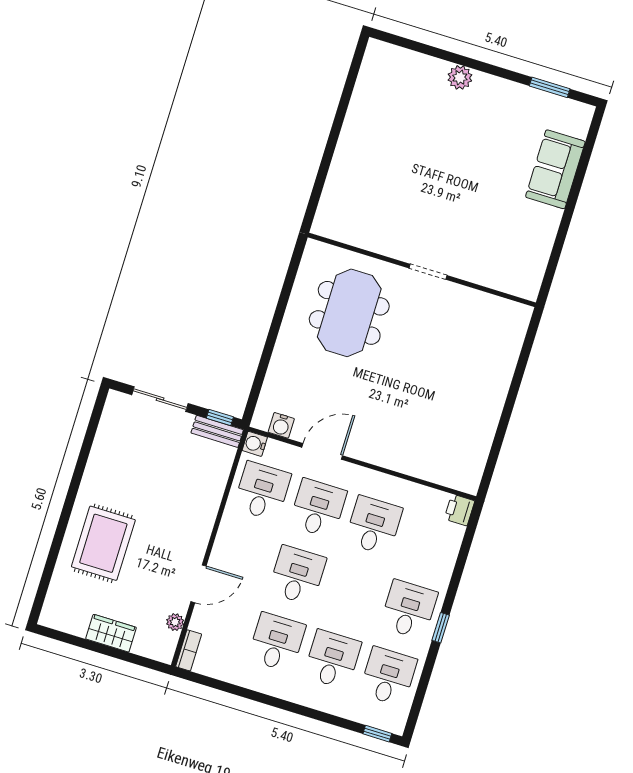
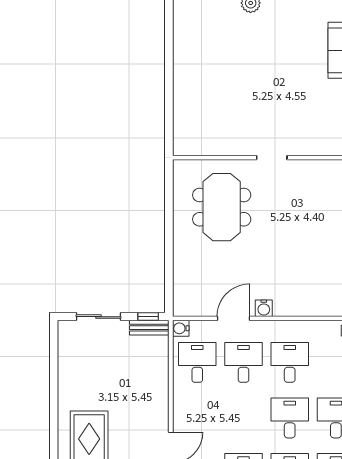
water cooler: (281, 425) -> (264, 308), moved
desk: (297, 575) -> (290, 418), moved

